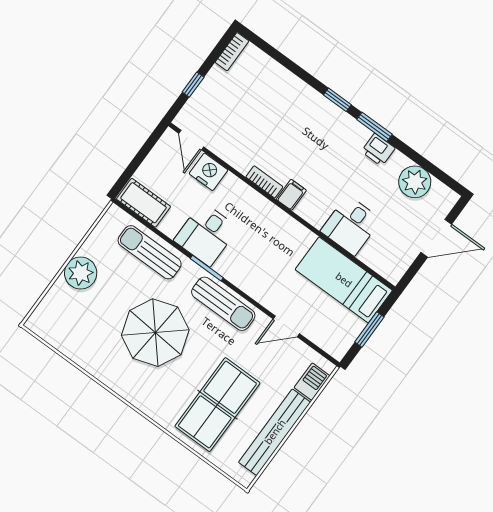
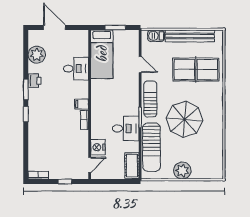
sun lounger: (150, 252) -> (151, 147), width x1.36, depth x1.34

